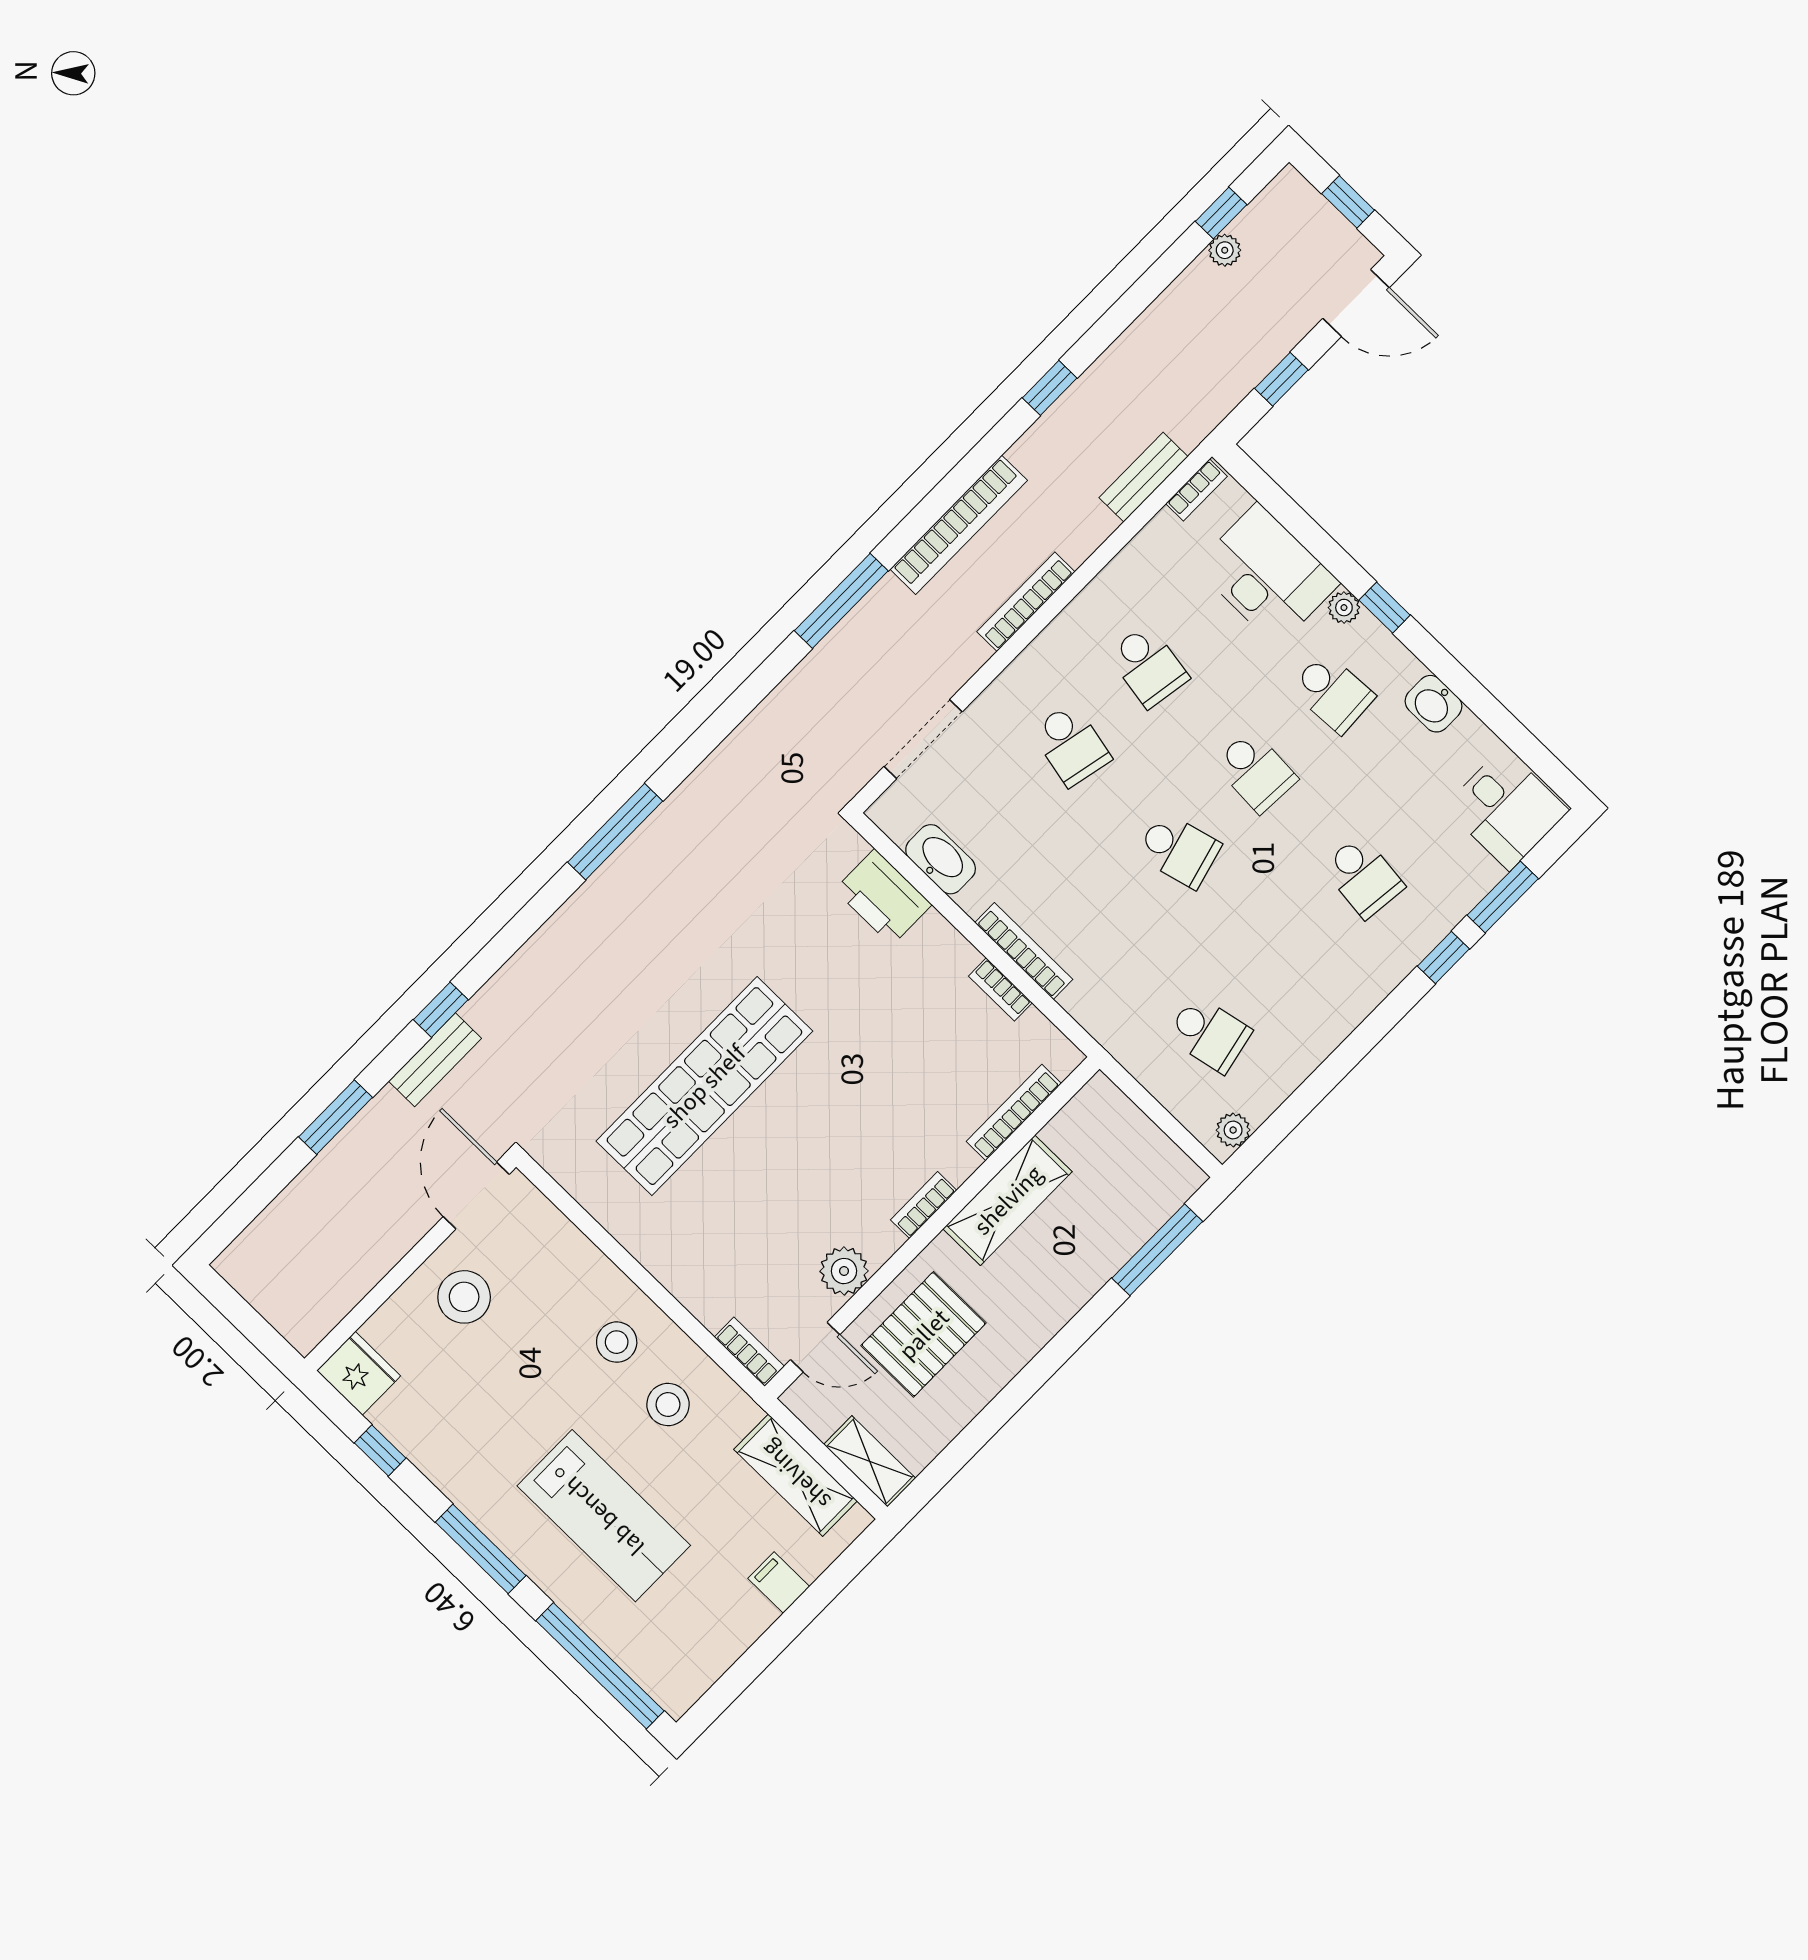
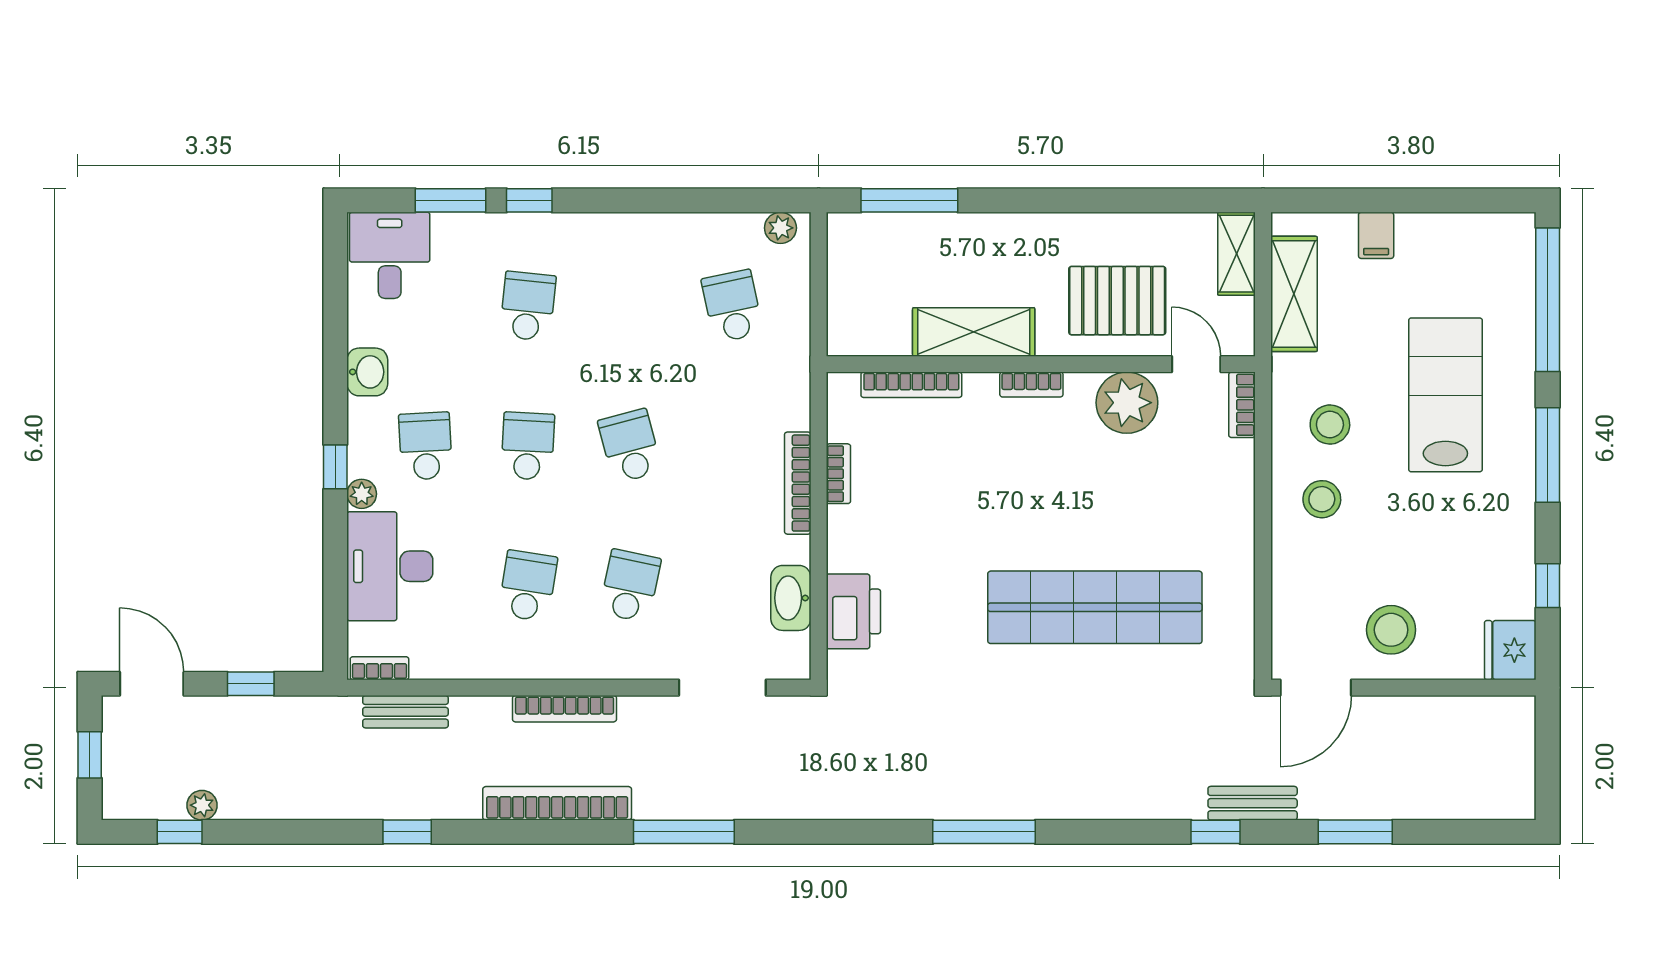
plant: (844, 1271) -> (1127, 403), width x1.36, depth x1.36

